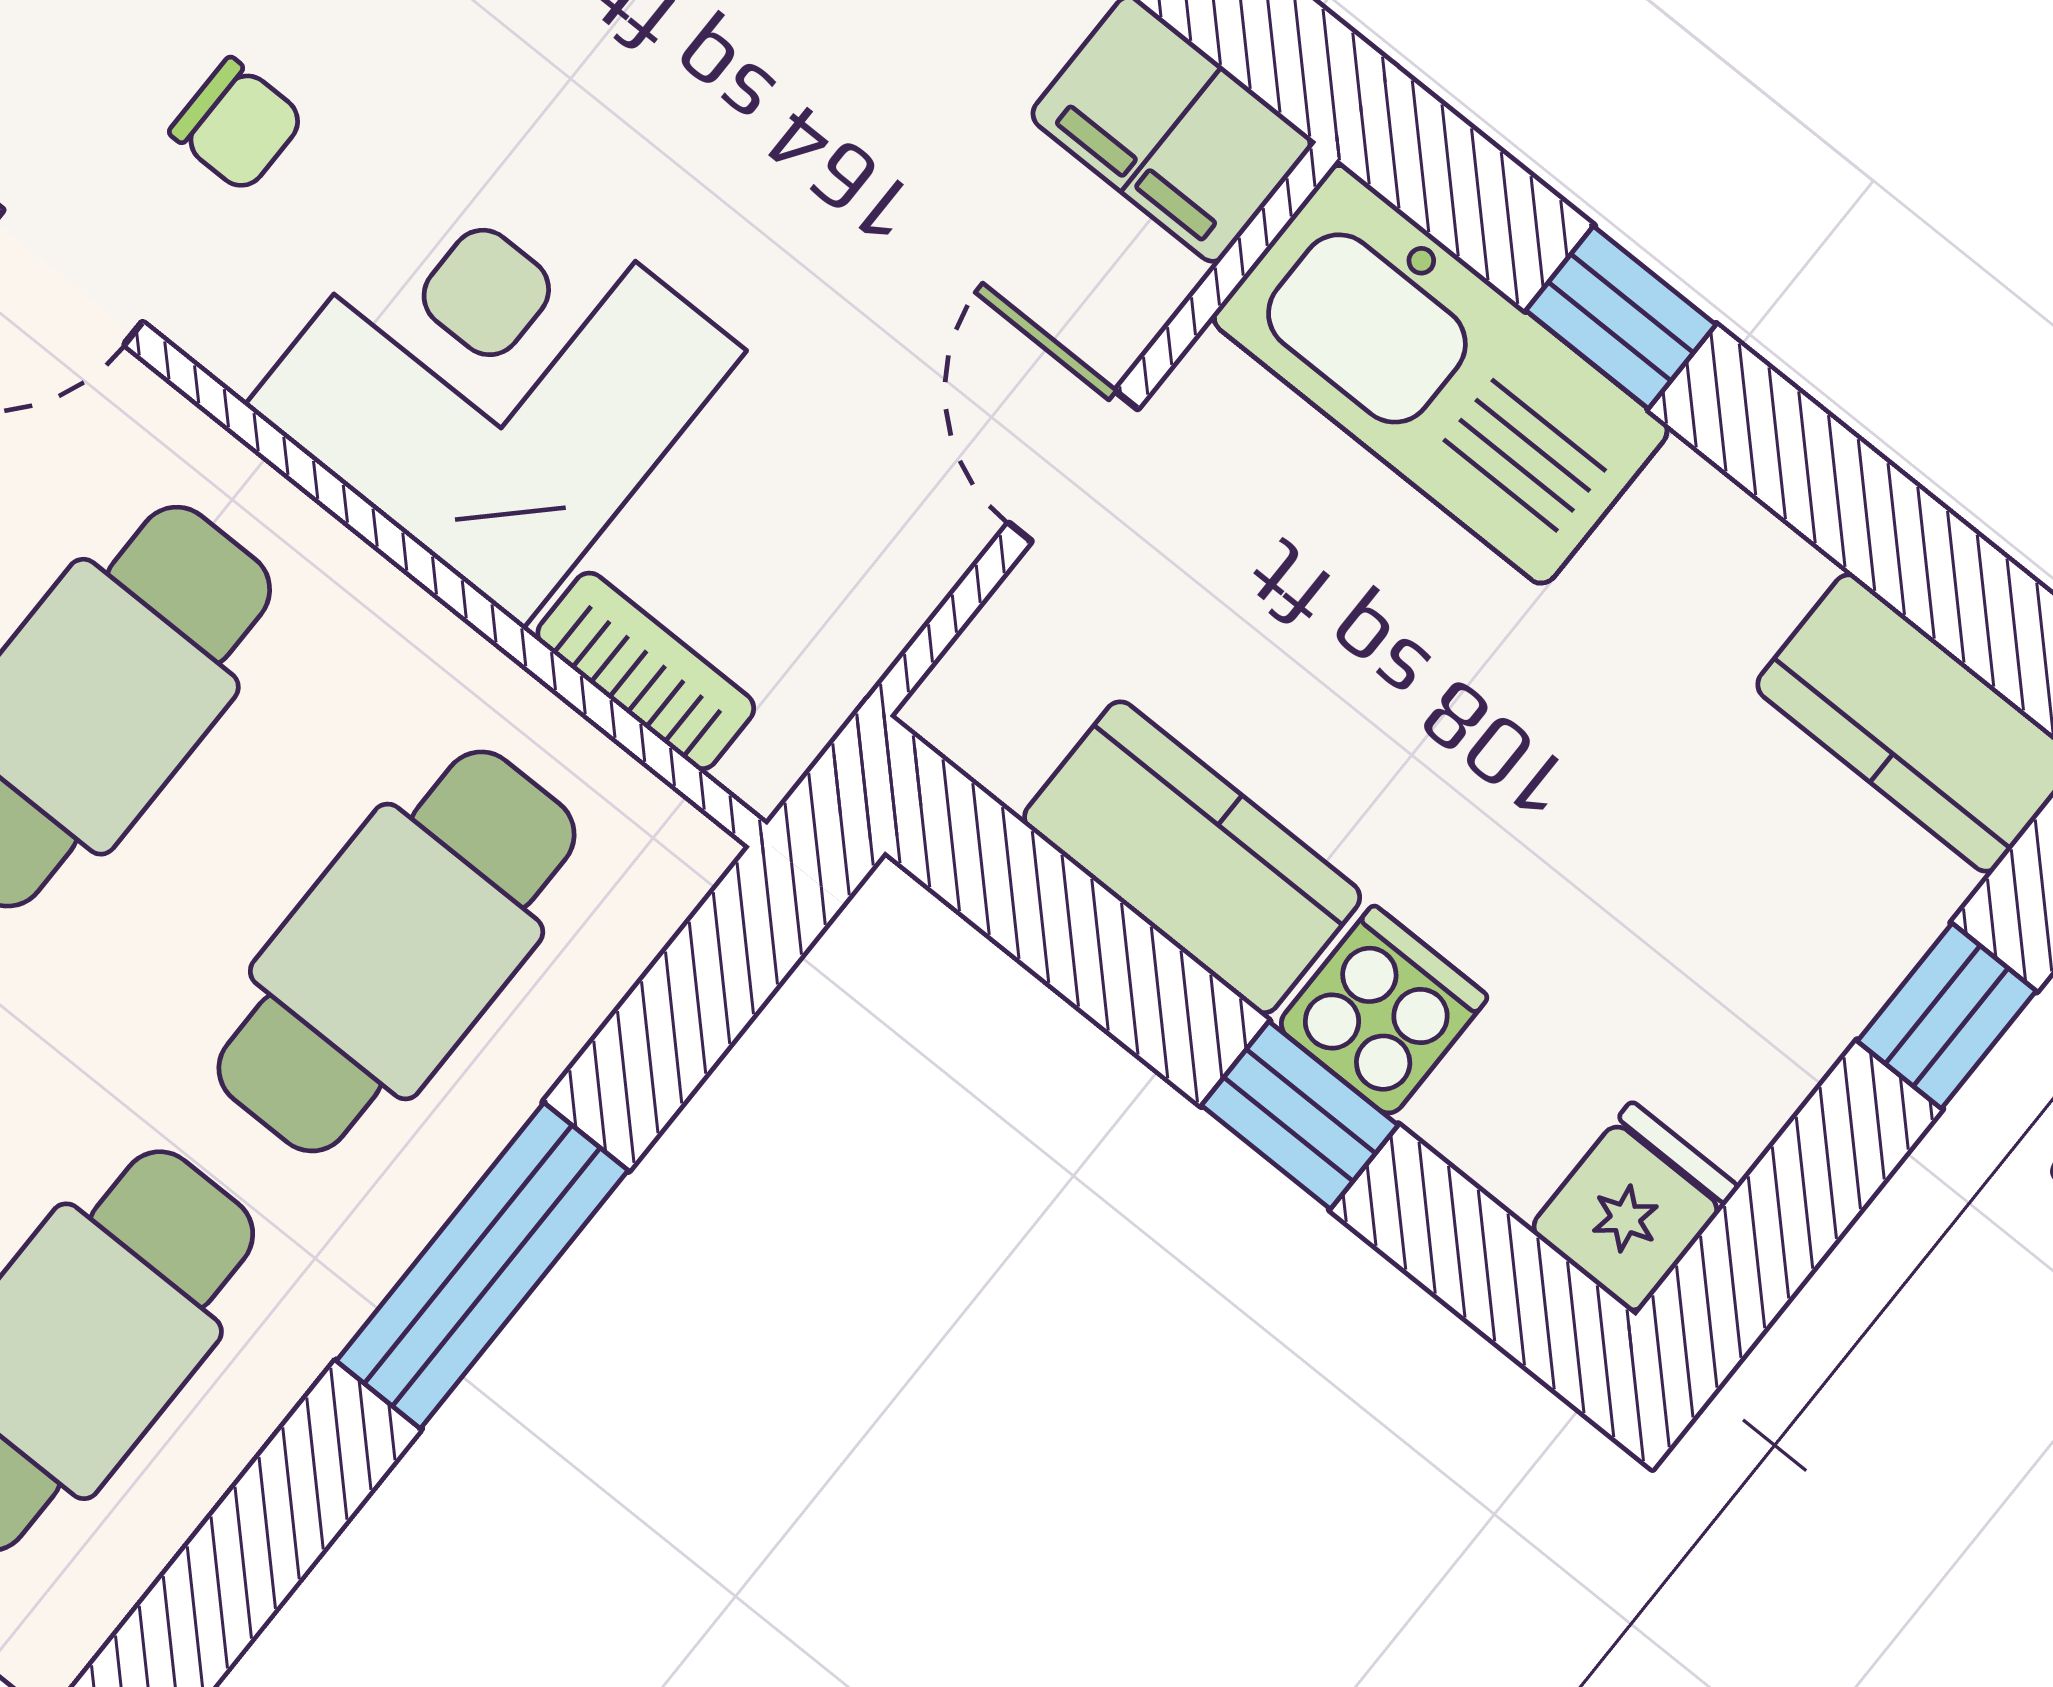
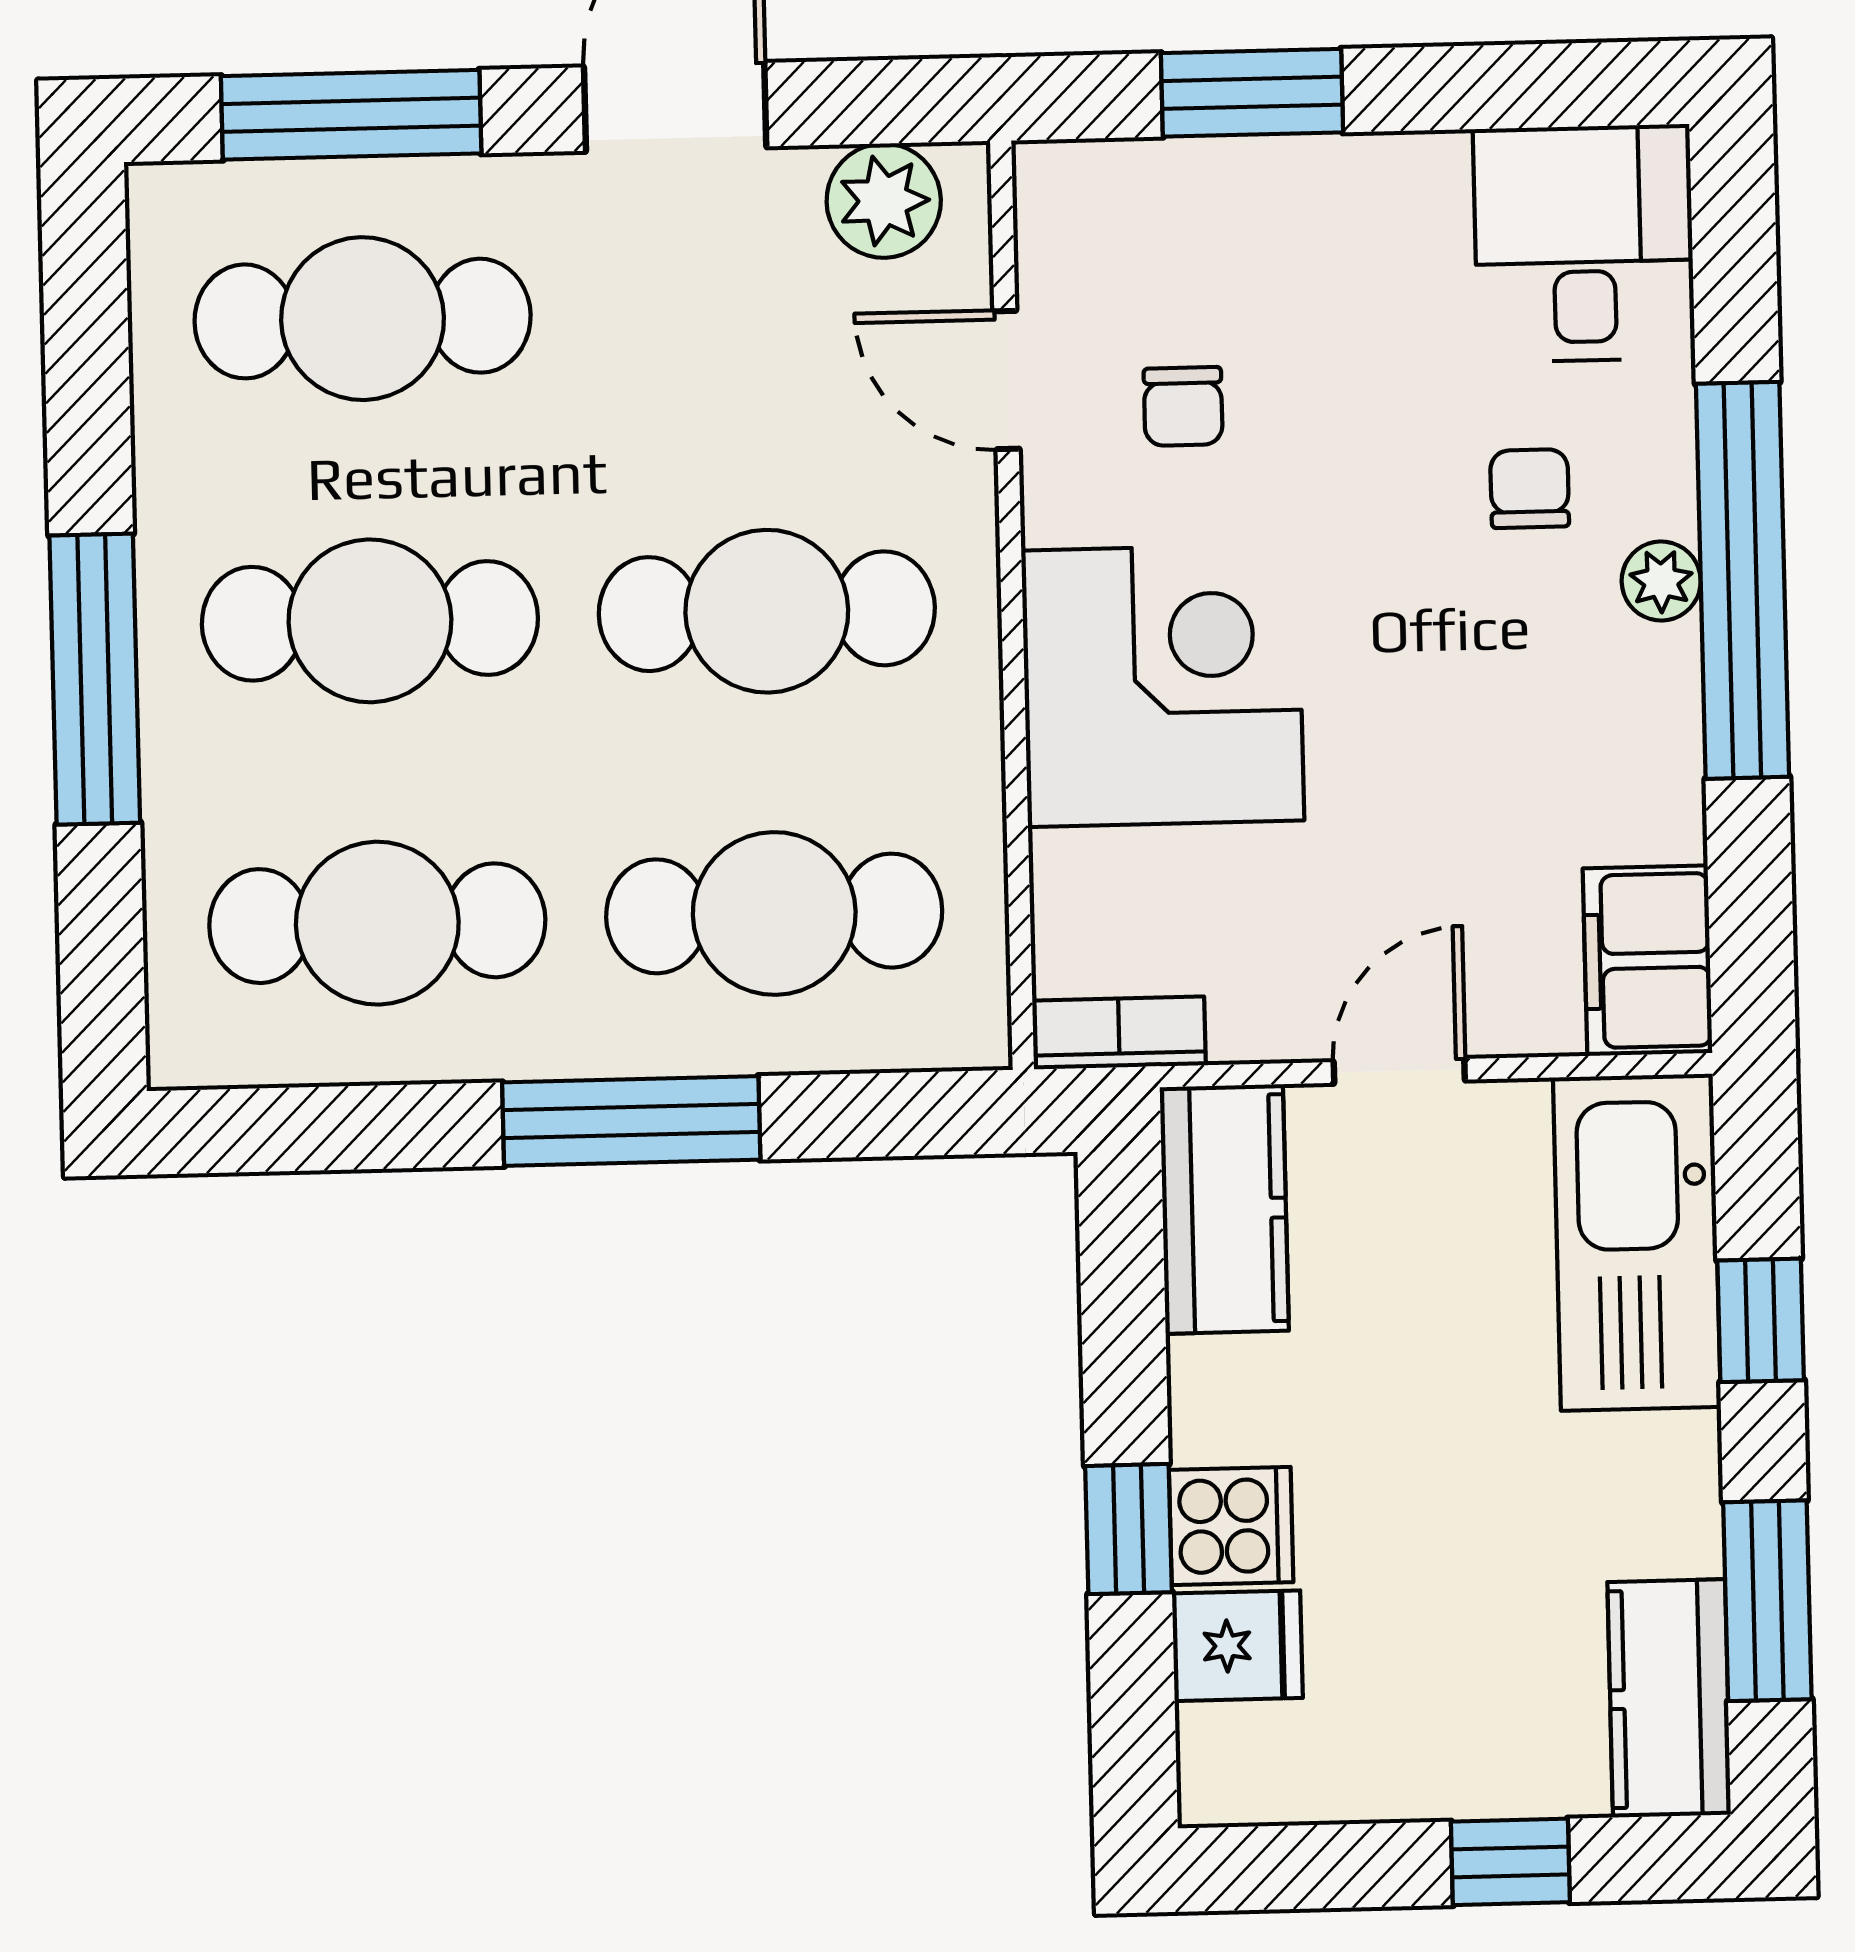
window: (1903, 544) -> (1767, 1601), added
bookcase: (646, 671) -> (1119, 1033), moved, turned -90
kitchen counter: (1192, 857) -> (1224, 1209), moved
fridge: (1634, 1208) -> (1237, 1646), moved

